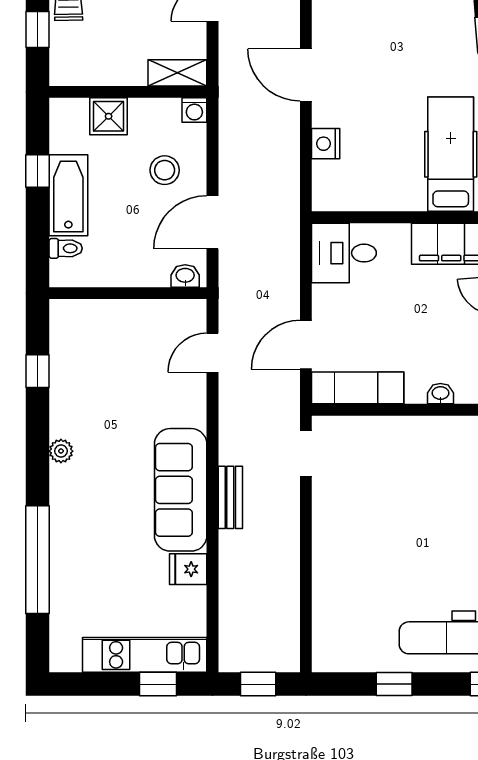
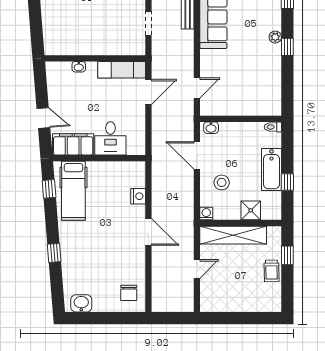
shelving: (177, 73) -> (233, 235), width x2.20, depth x1.33
door: (213, 222) -> (197, 155), swing flipped
toilet: (66, 248) -> (273, 127), moved
desk: (344, 253) -> (110, 138), moved, turned 90
window: (38, 371) -> (287, 47), moved
doorway: (306, 453) -> (148, 23), moved

